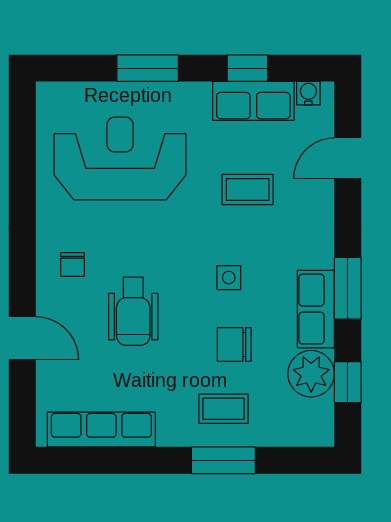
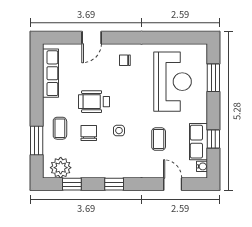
window: (148, 68) -> (213, 78), moved
window: (348, 288) -> (114, 184), width x0.67
row of seats: (316, 309) -> (105, 170), removed
wheelchair: (133, 311) -> (94, 102), moved
plant: (311, 374) -> (61, 168), moved
window: (223, 460) -> (37, 140), moved

